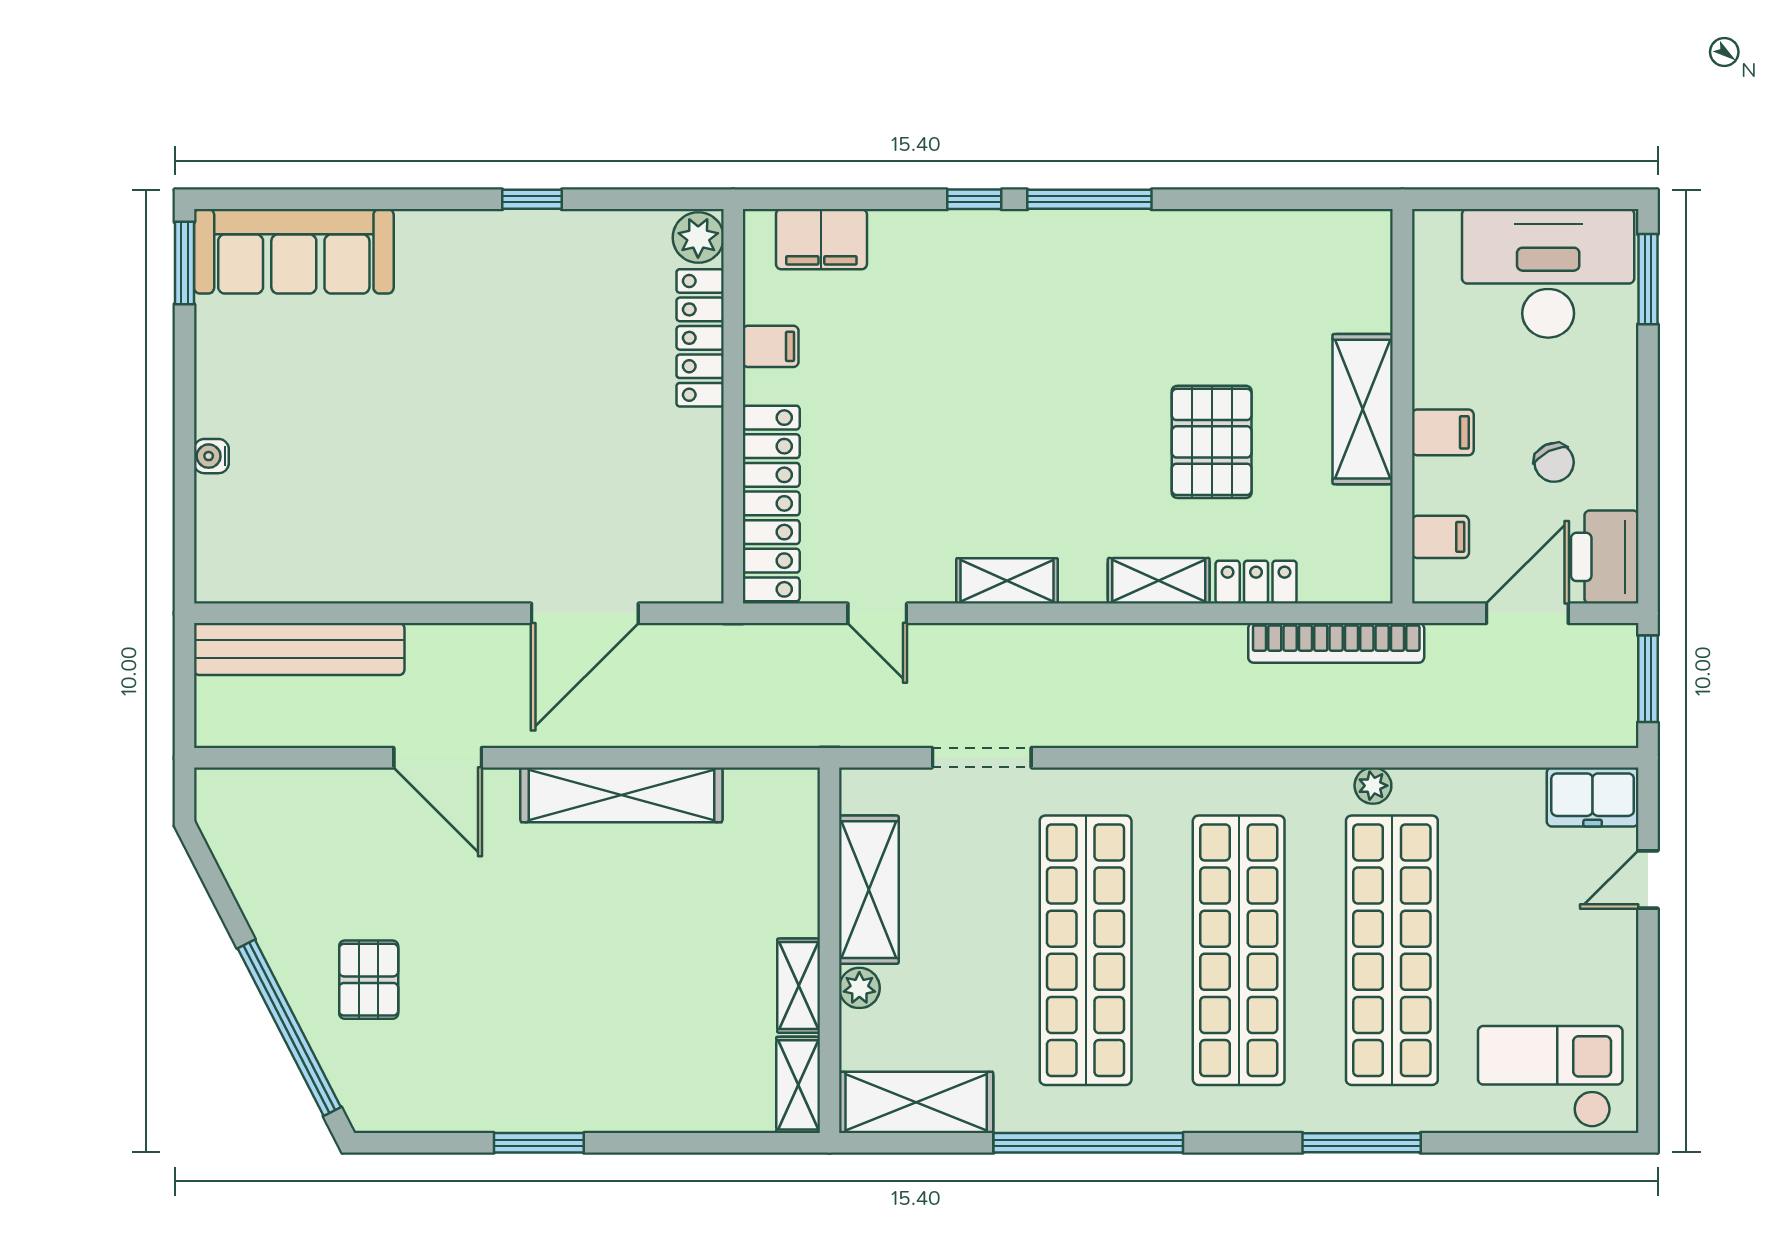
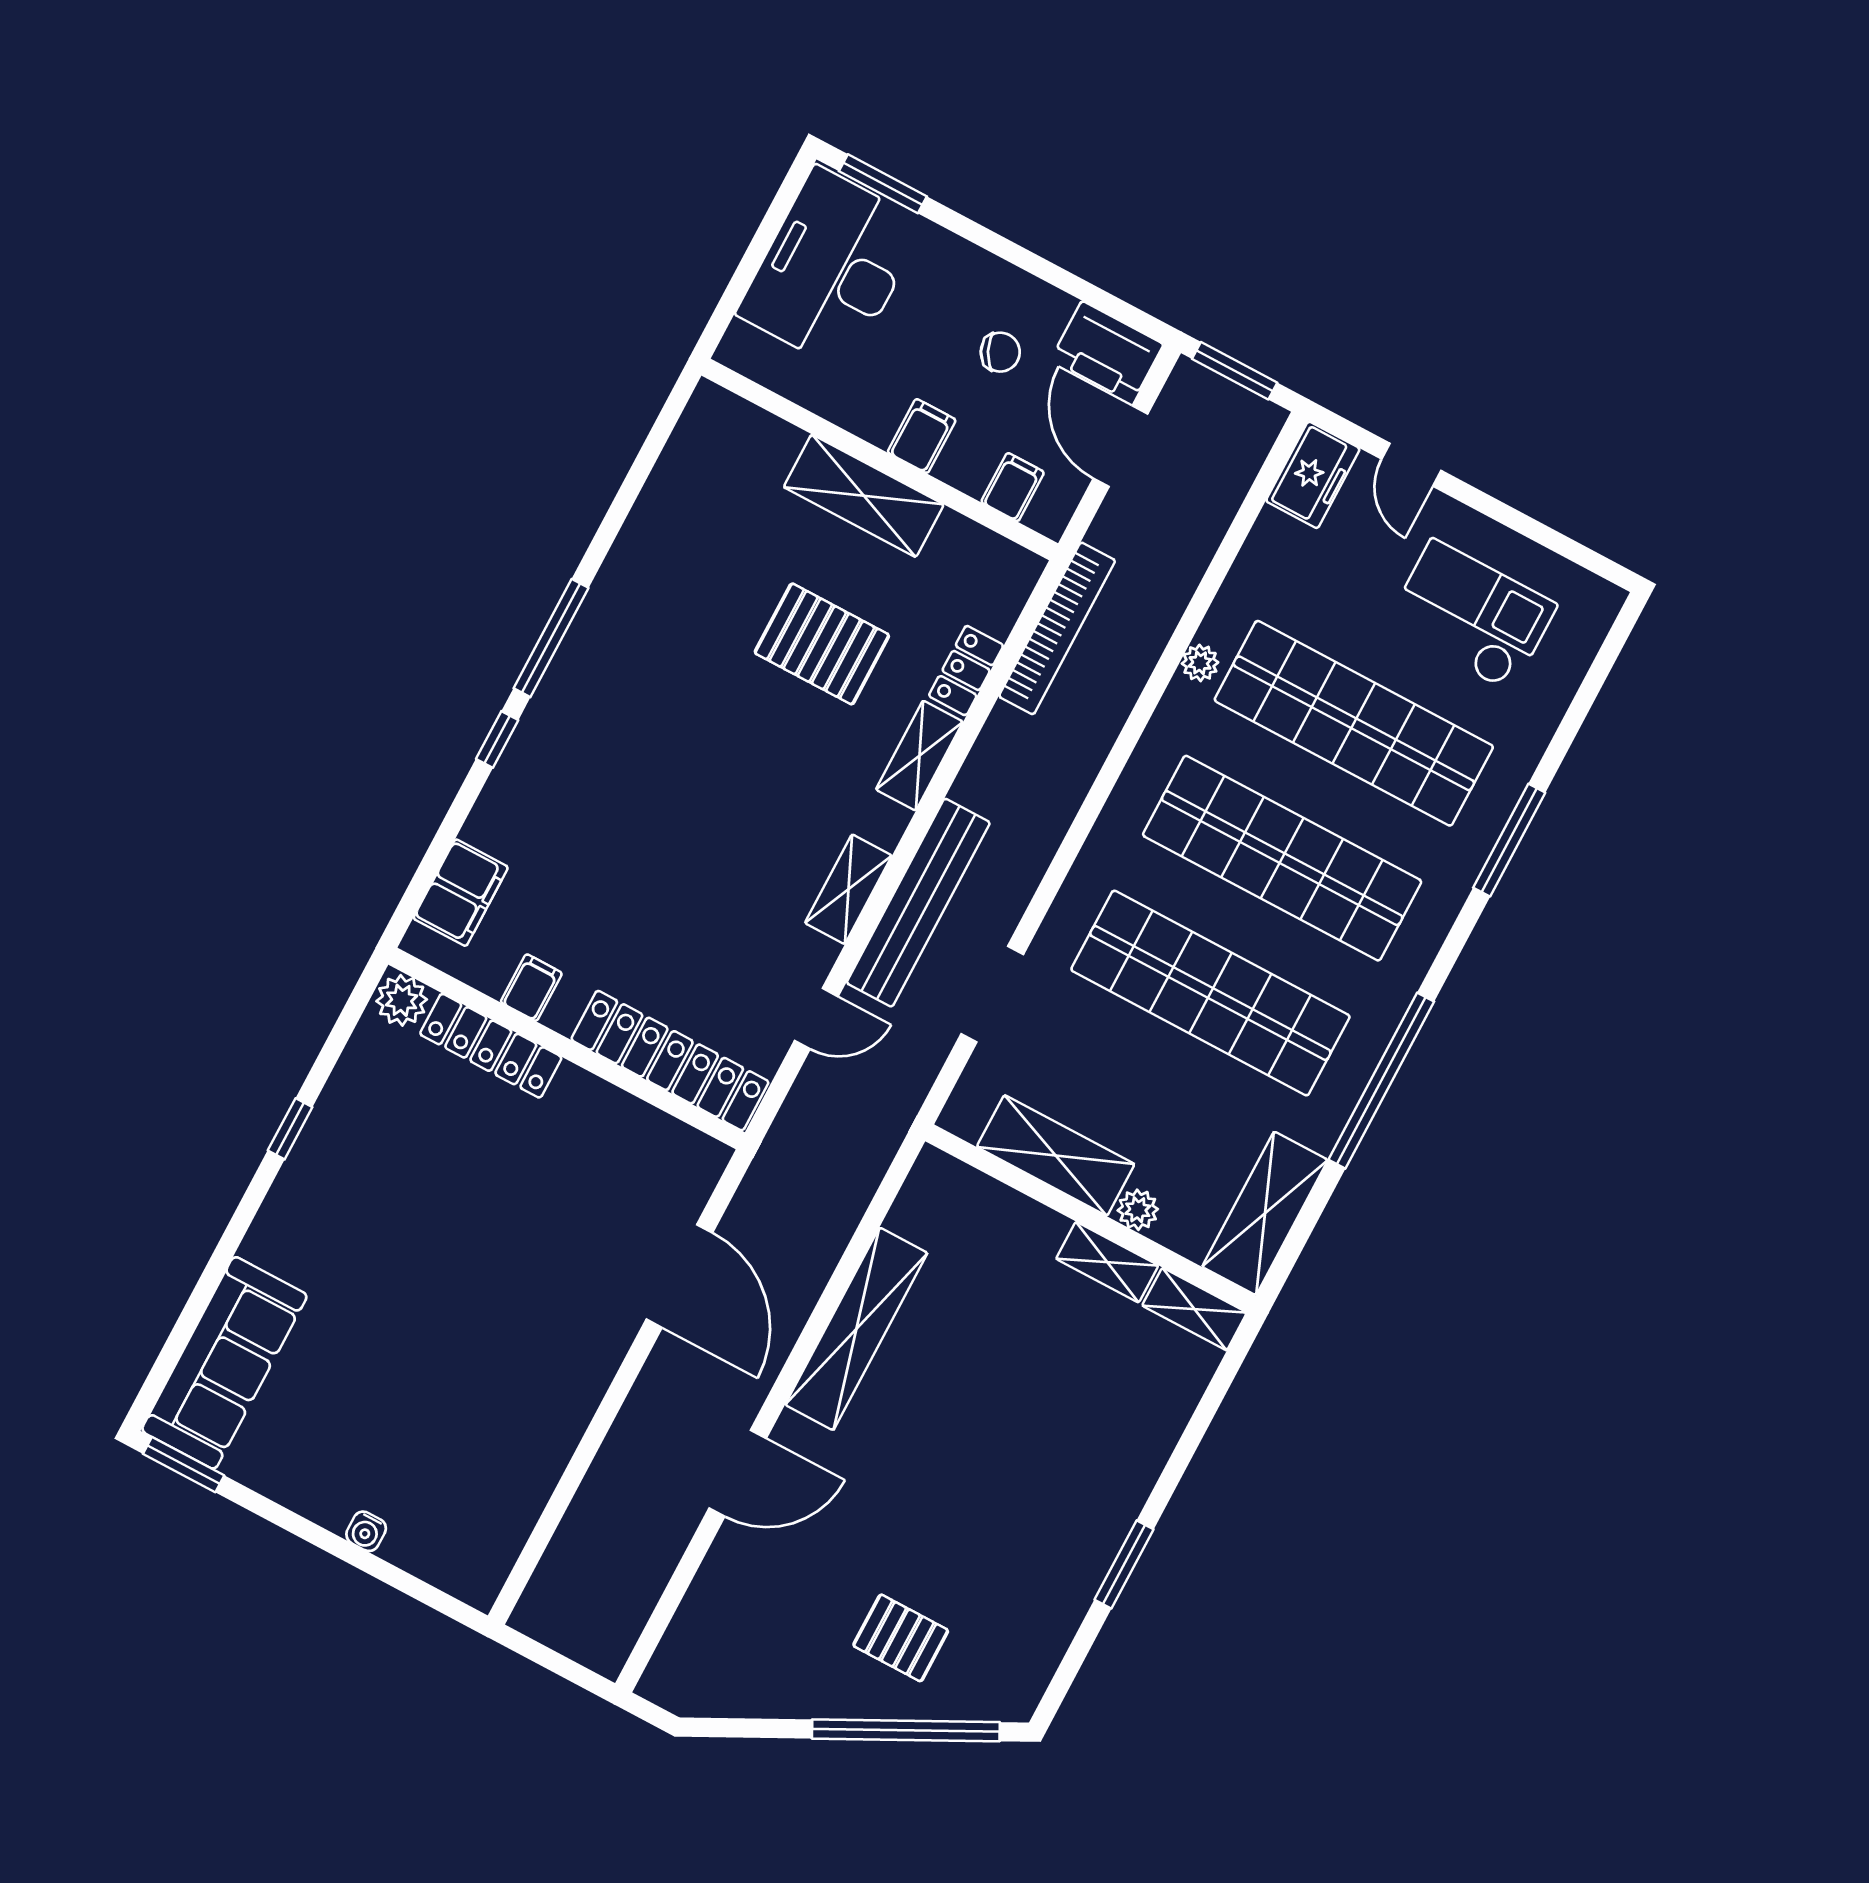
bench: (299, 649) -> (918, 903), moved
checkout: (1550, 1077) -> (1471, 615), moved, turned 90

